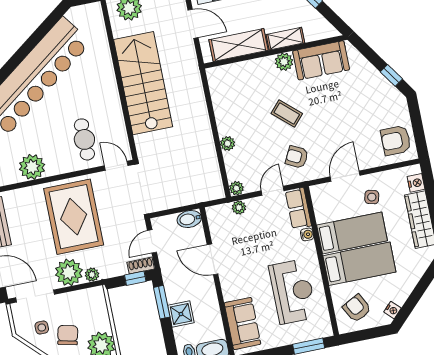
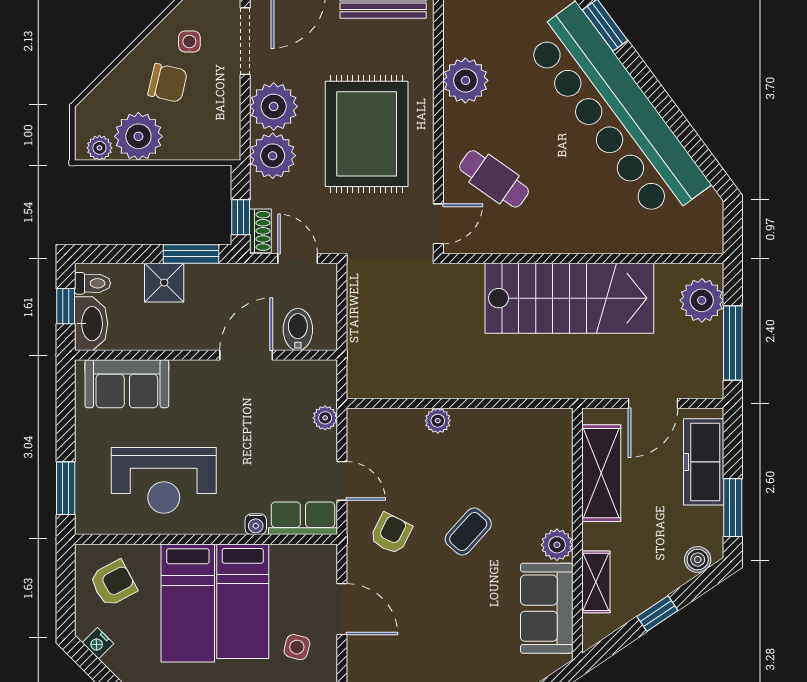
shelving: (285, 39) -> (596, 582), moved
cafe table: (84, 139) -> (494, 179), turned 35
plant: (236, 188) -> (359, 420), removed
rug: (74, 217) -> (367, 134), turned 90
bidet: (189, 219) -> (298, 329), moved
plant: (92, 275) -> (273, 156), width x1.87, depth x1.87

